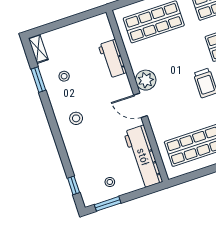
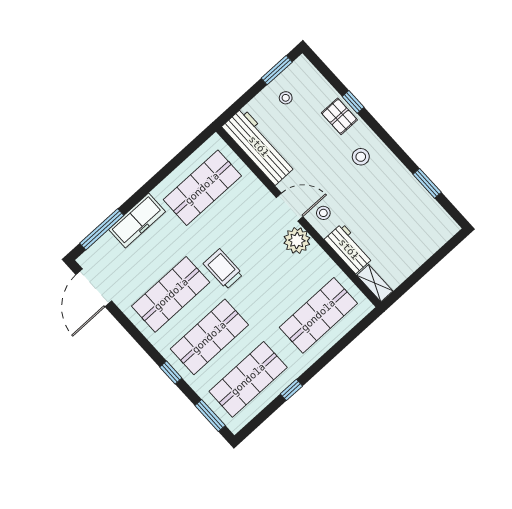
shelving: (38, 49) -> (375, 283), moved
stool: (64, 76) -> (323, 213), moved
pallet: (78, 153) -> (339, 116), added
window: (74, 185) -> (353, 102), moved

